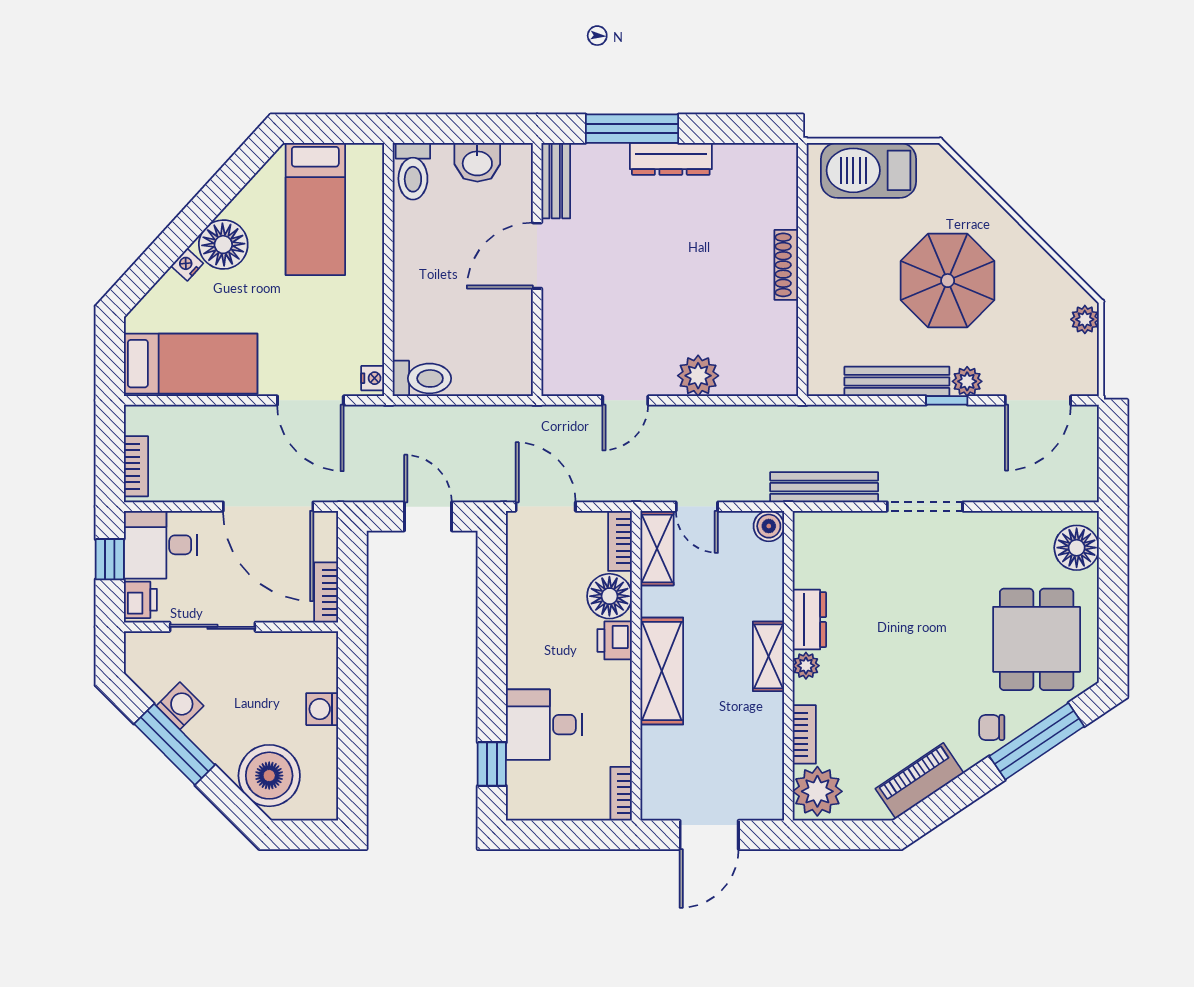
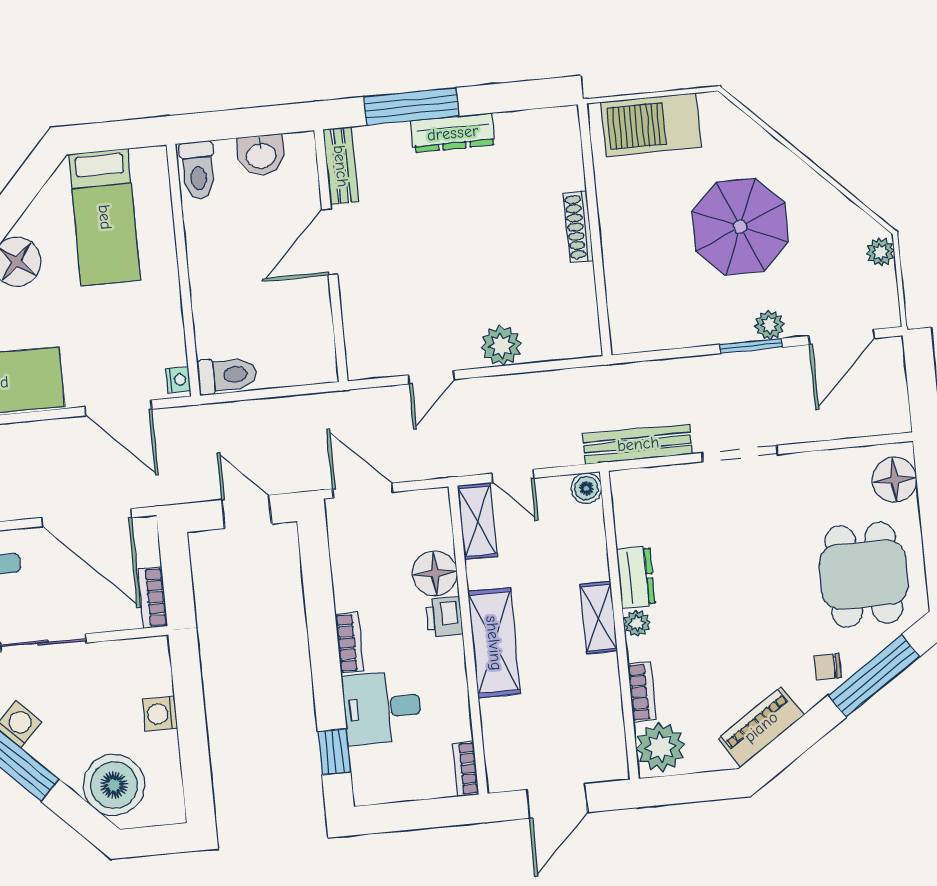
bench: (897, 381) -> (700, 332), removed
window: (947, 400) -> (751, 346), width x1.50
bookcase: (620, 541) -> (350, 643), moved, turned 180

